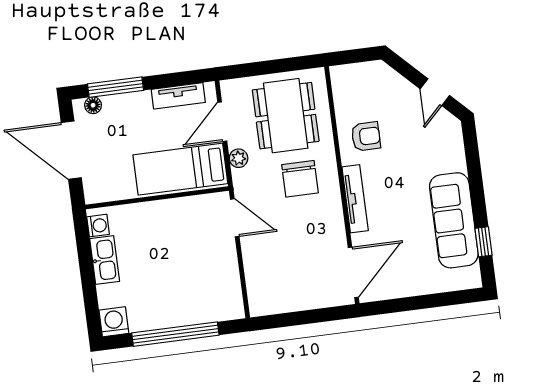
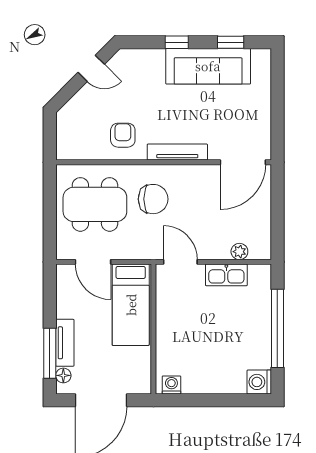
tv unit: (178, 96) -> (65, 343), moved
plant: (239, 158) -> (239, 252), moved
window: (476, 182) -> (177, 42), added
door: (235, 218) -> (180, 262), hinge flipped
kitchen sink: (105, 260) -> (226, 275), moved, turned 180
door: (353, 272) -> (243, 162), swing flipped

